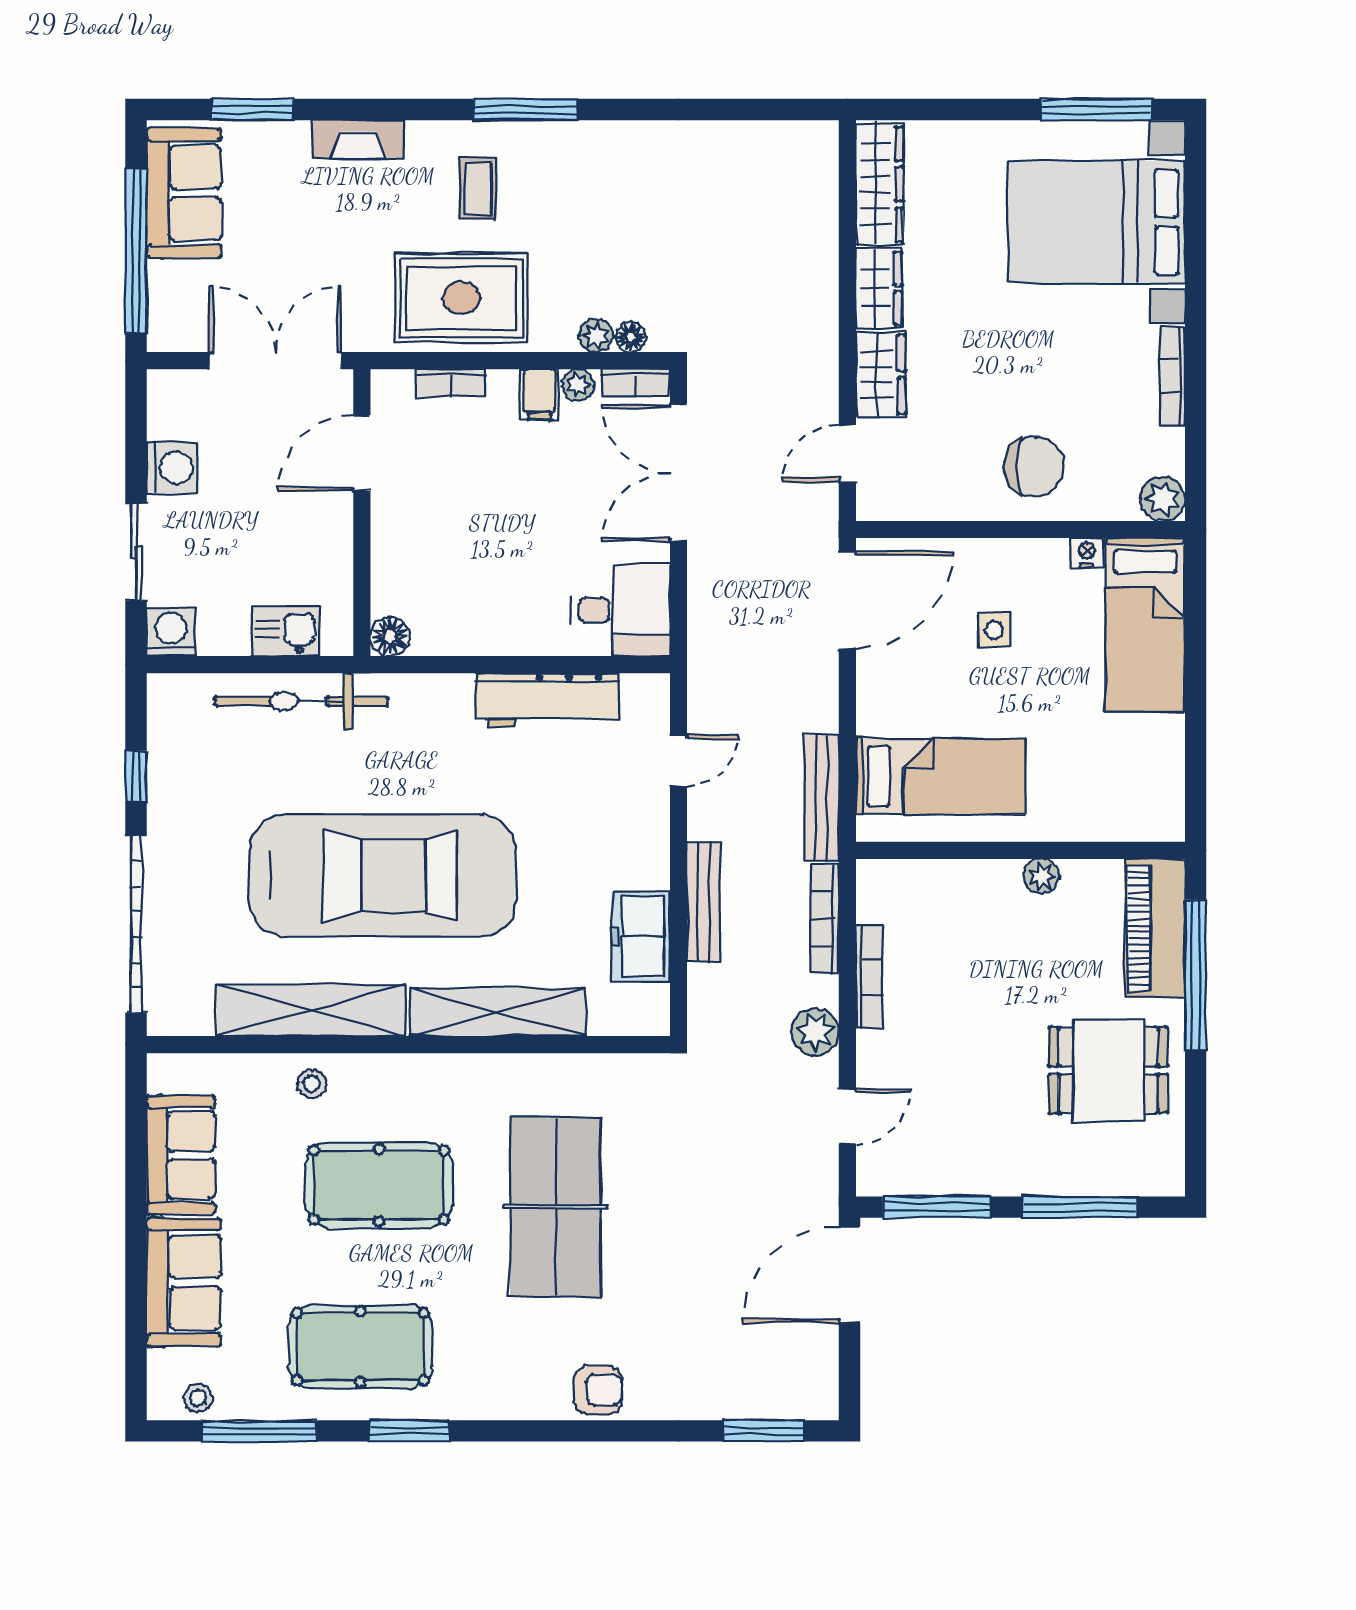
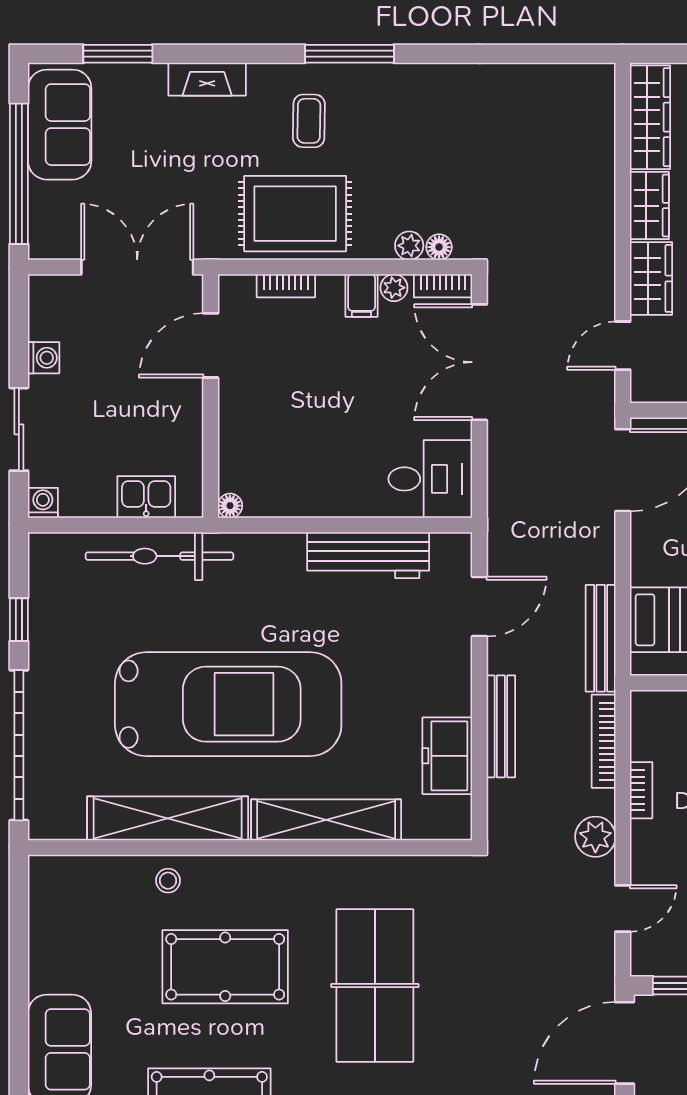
washing machine: (172, 468) -> (44, 358), width x0.73, depth x0.73
washing machine: (171, 632) -> (43, 503), width x0.73, depth x0.73
floor lamp: (390, 636) -> (230, 506), width x0.73, depth x0.73
door: (678, 761) -> (479, 607), width x1.38
bookcase: (869, 977) -> (641, 790), width x0.64
sofa: (181, 1155) -> (57, 941), removed

